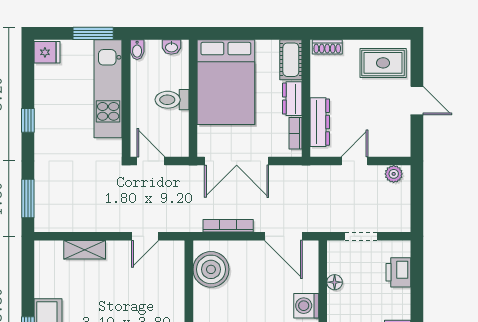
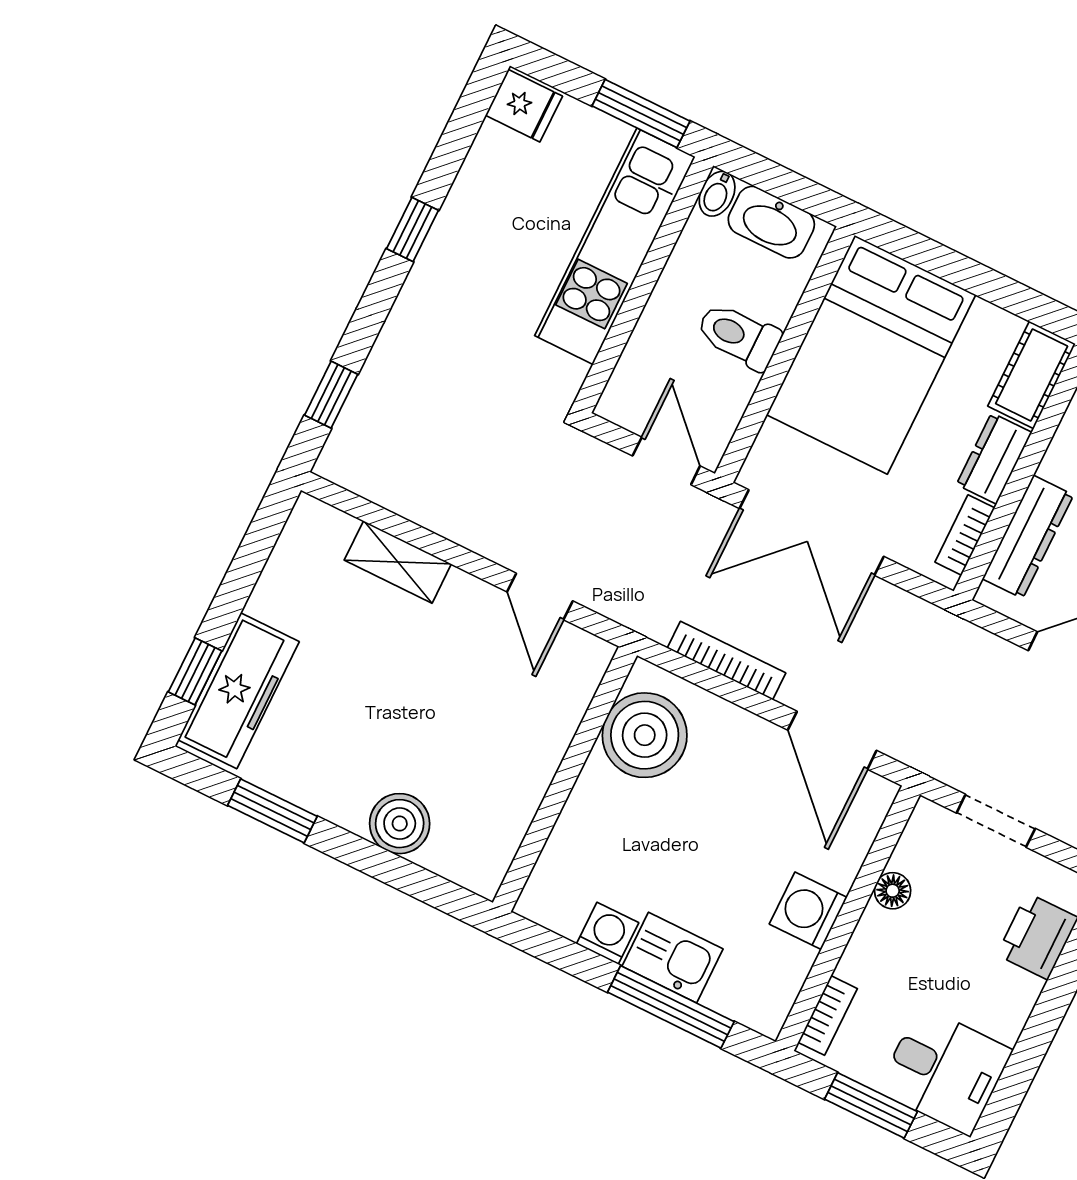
washbasin: (171, 47) -> (771, 222), width x1.91, depth x1.45
door: (151, 161) -> (666, 461), moved
window: (28, 198) -> (331, 395), width x0.67
door: (145, 236) -> (540, 596), hinge flipped

